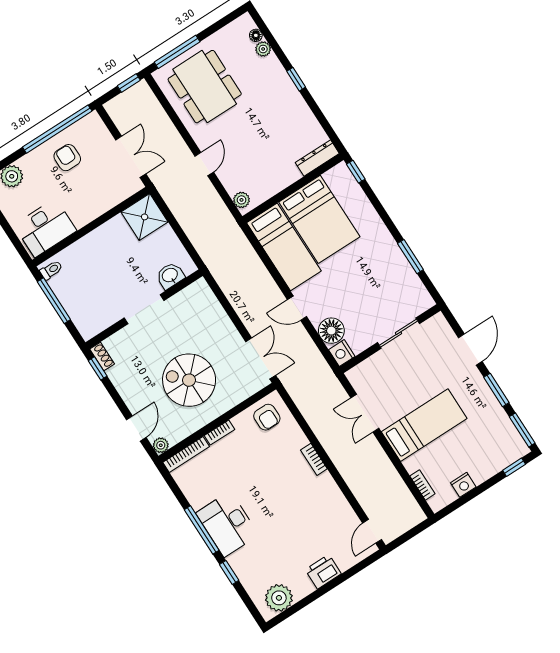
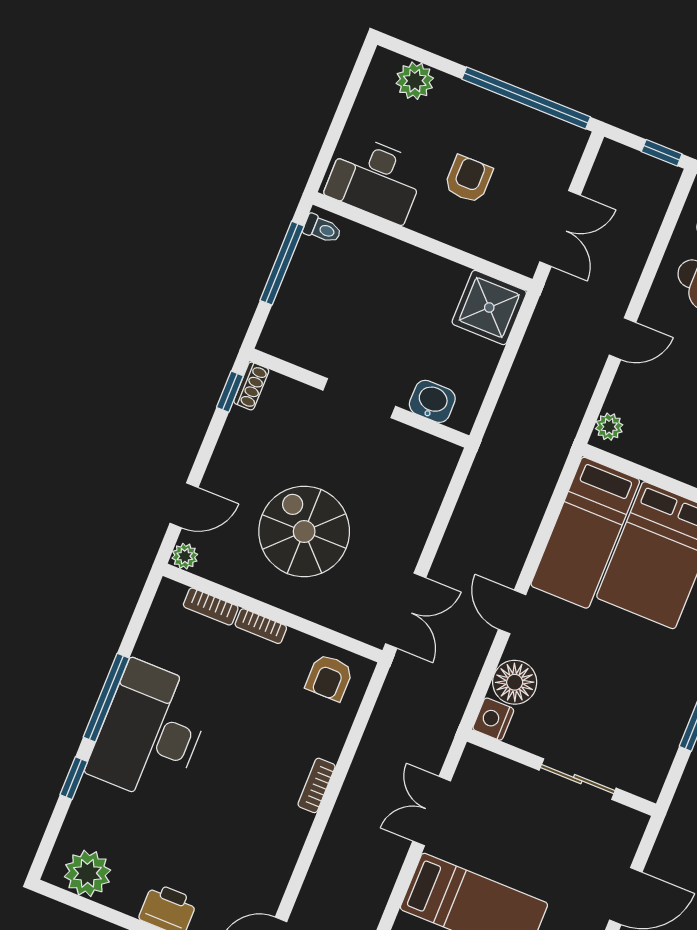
armchair: (67, 158) -> (468, 179), moved
bookcase: (186, 454) -> (211, 607), width x0.64
desk: (227, 524) -> (150, 732), width x1.36, depth x1.30

